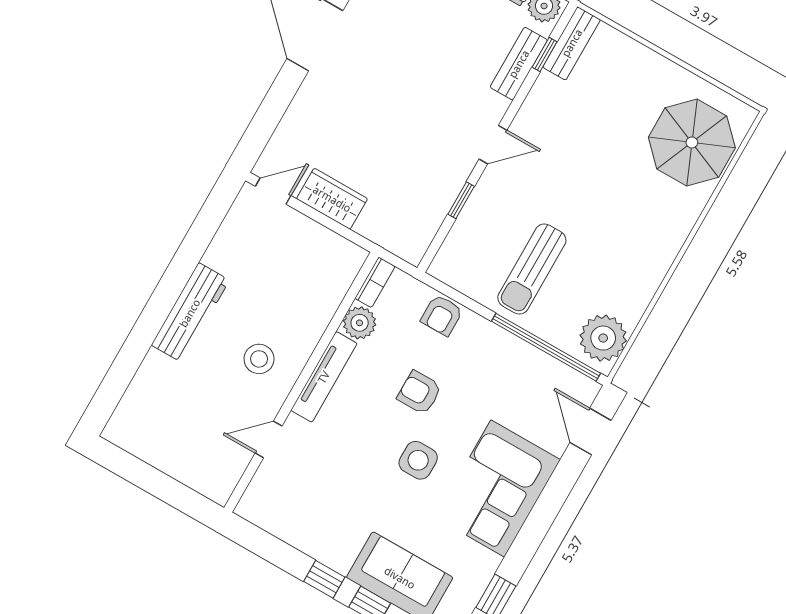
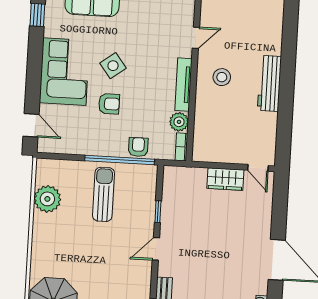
door: (273, 191) -> (258, 168), hinge flipped
plant: (603, 338) -> (47, 199), moved
window: (546, 347) -> (120, 160), moved
armchair: (419, 393) -> (109, 104), moved
side table: (418, 460) -> (113, 66), turned -37

